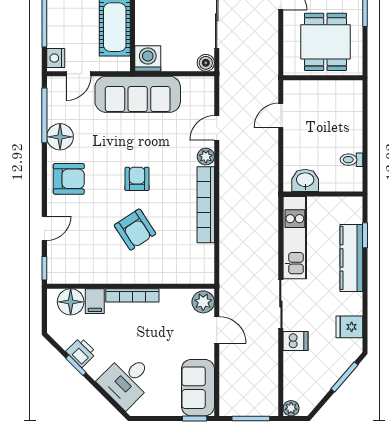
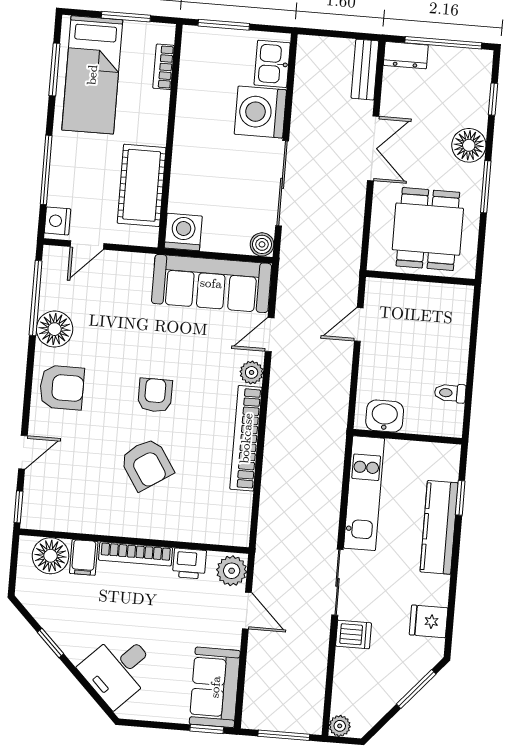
sofa: (138, 94) -> (211, 283), moved
printer: (81, 352) -> (189, 563), moved, turned 135

